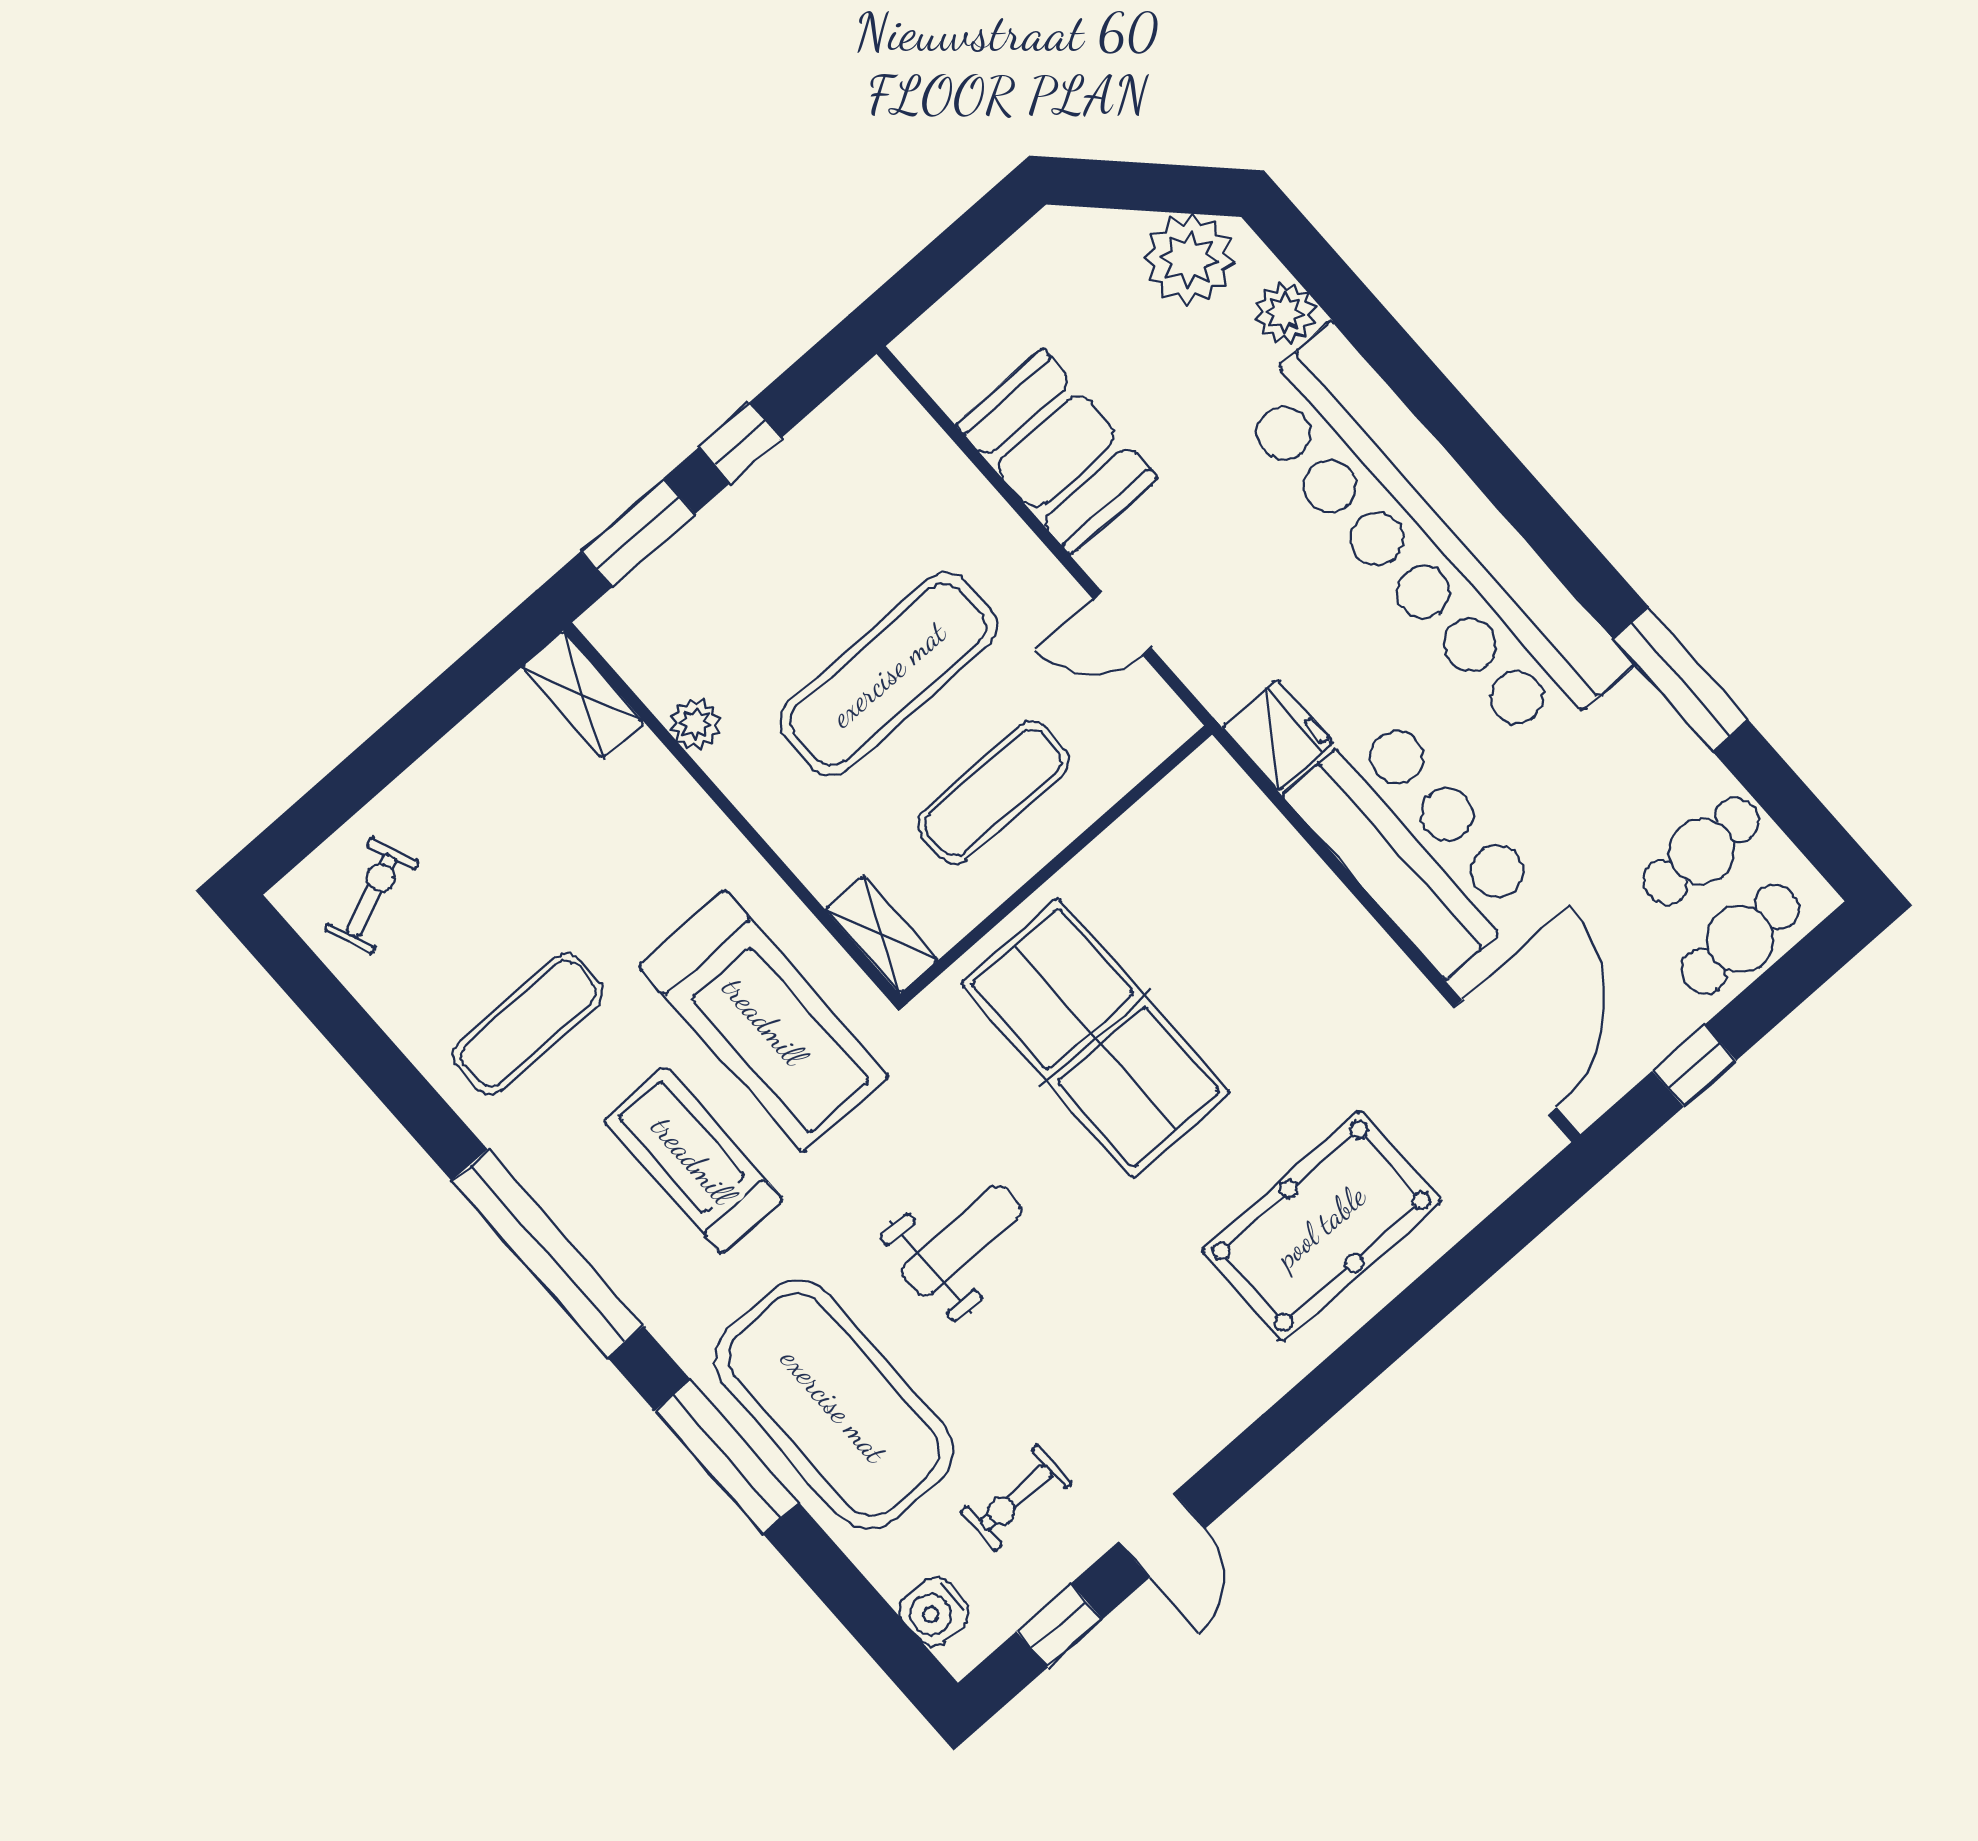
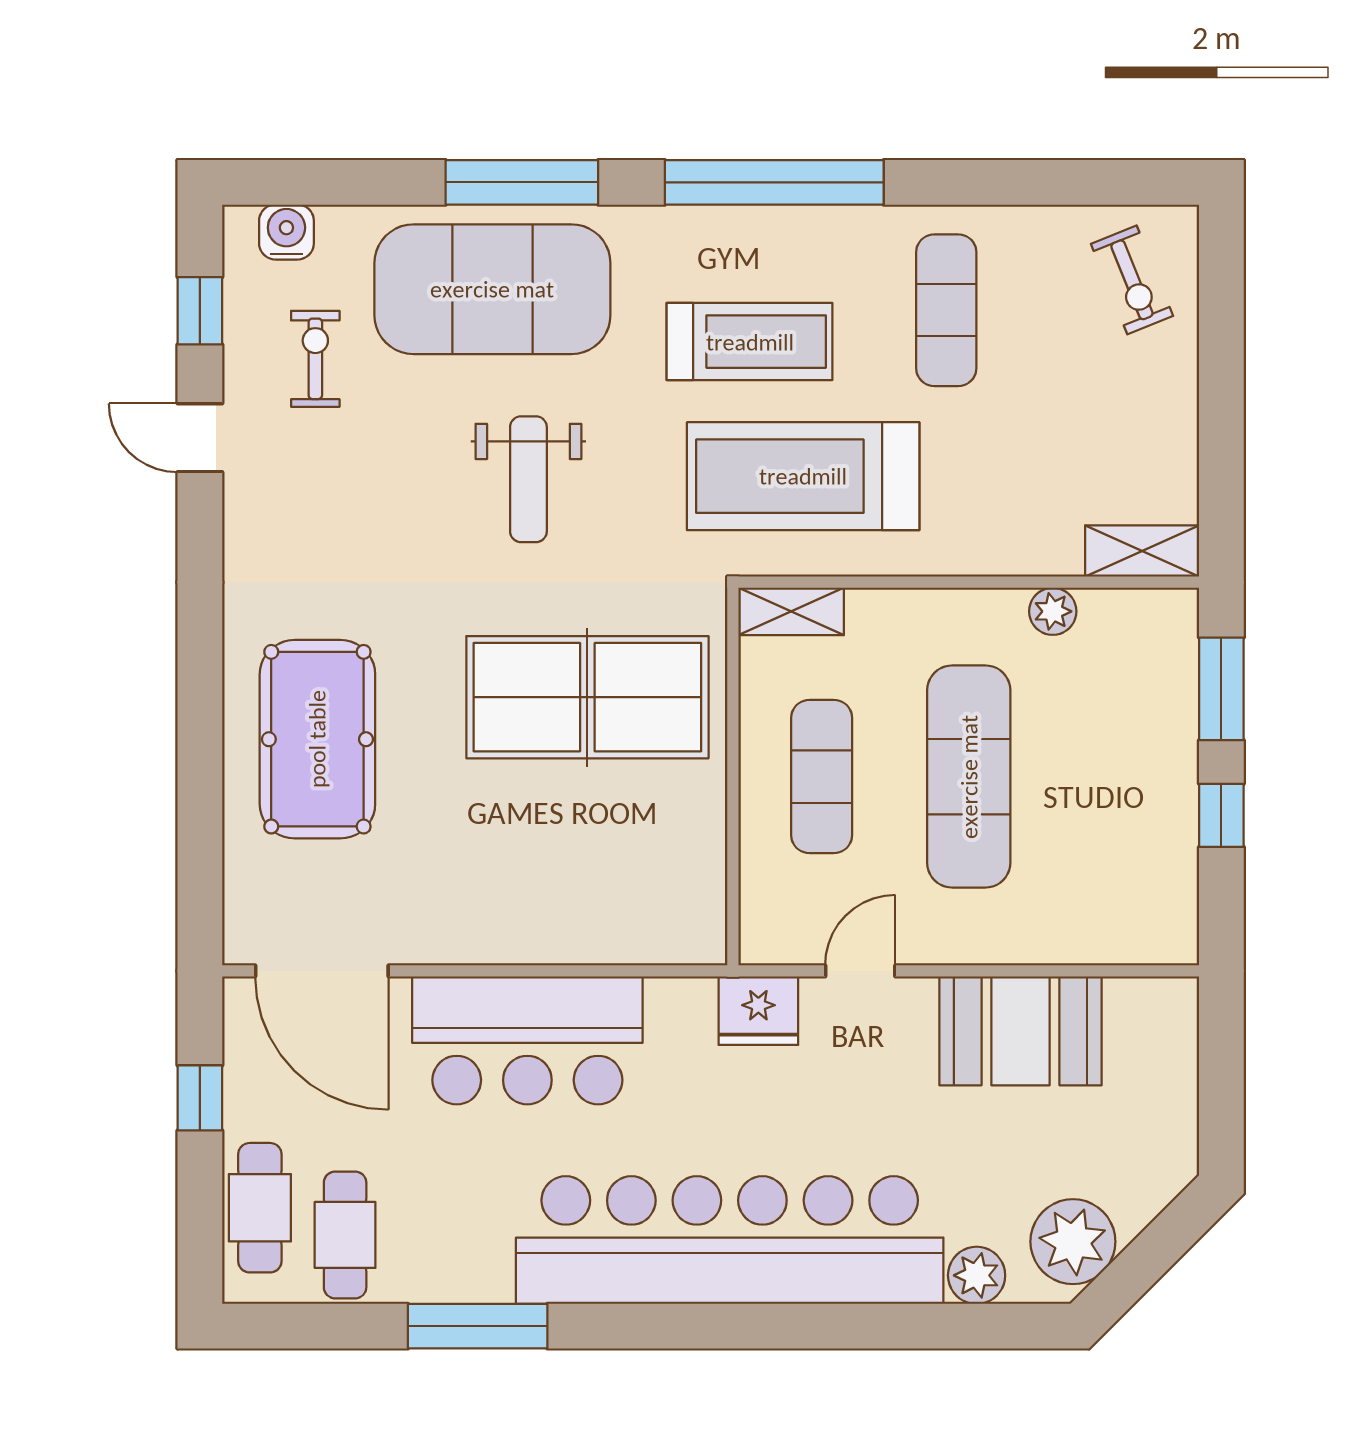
fridge: (1278, 735) -> (758, 1011), moved

